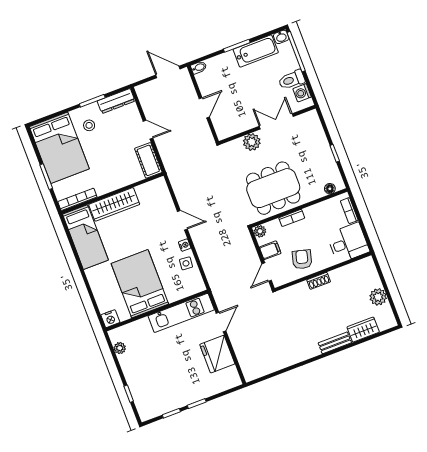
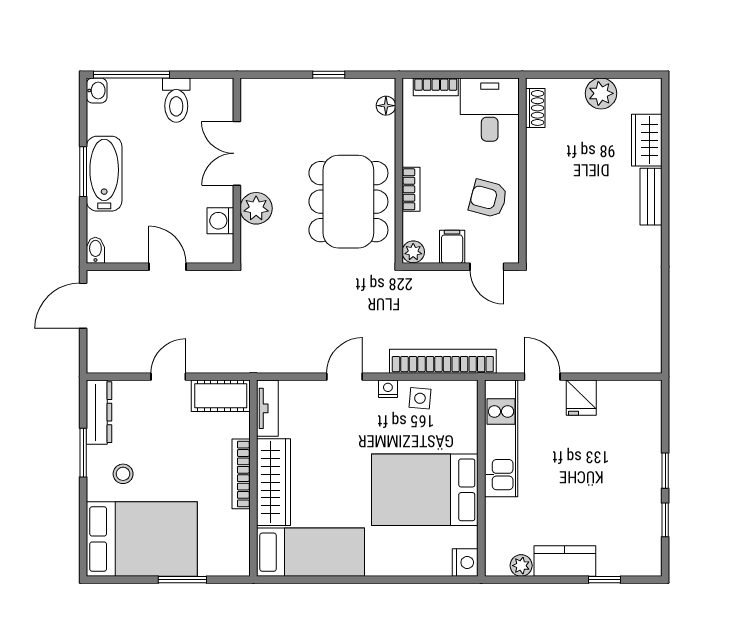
bathtub: (256, 51) -> (104, 174), moved
washing machine: (302, 93) -> (220, 221), moved, turned 90
tv unit: (151, 187) -> (267, 408), added
bookcase: (77, 199) -> (241, 474), moved
bookcase: (210, 268) -> (443, 361), added
shoe rack: (319, 281) -> (535, 108), moved
fridge: (217, 354) -> (581, 398), width x0.53, depth x0.75
kitchen counter: (131, 370) -> (565, 561), added

